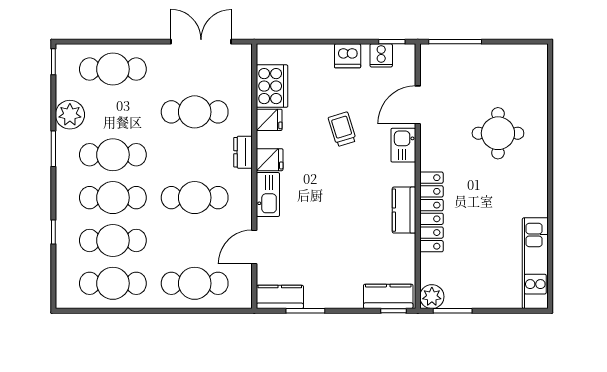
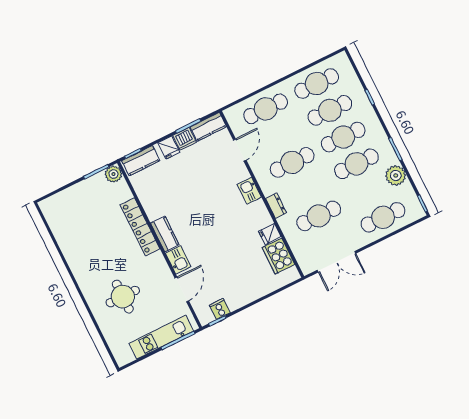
dishwasher: (348, 56) -> (185, 139), moved, turned 180
trolley: (342, 129) -> (221, 251), removed
fridge: (270, 160) -> (169, 148), moved, turned -90
kitchen sink: (268, 194) -> (249, 191), width x0.73
kitchen counter: (404, 210) -> (165, 234), moved
kitchen unit: (535, 263) -> (161, 337), moved, turned -90

